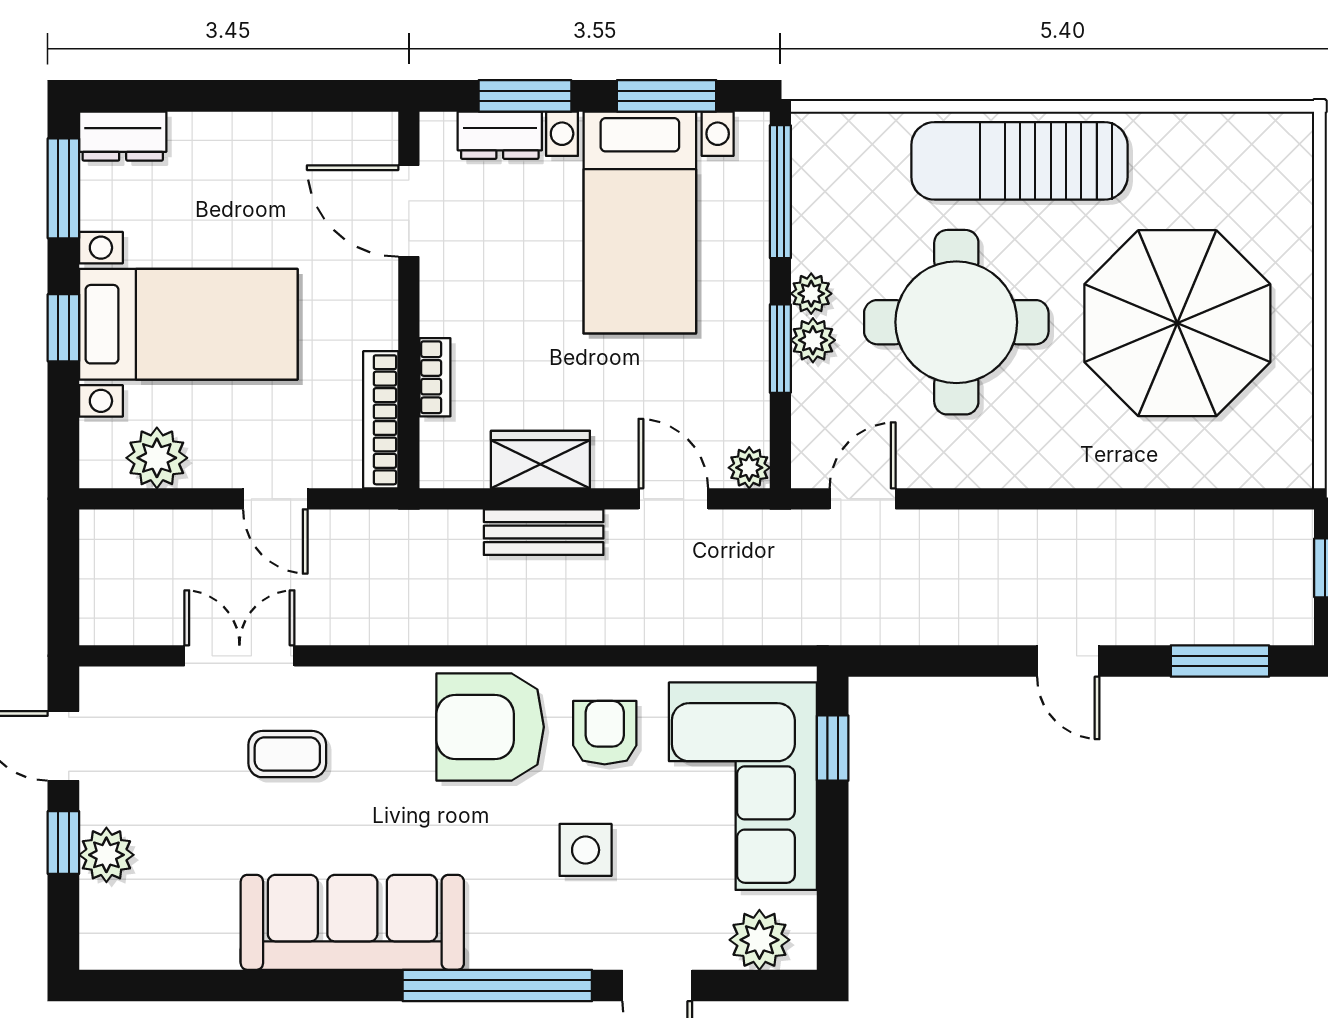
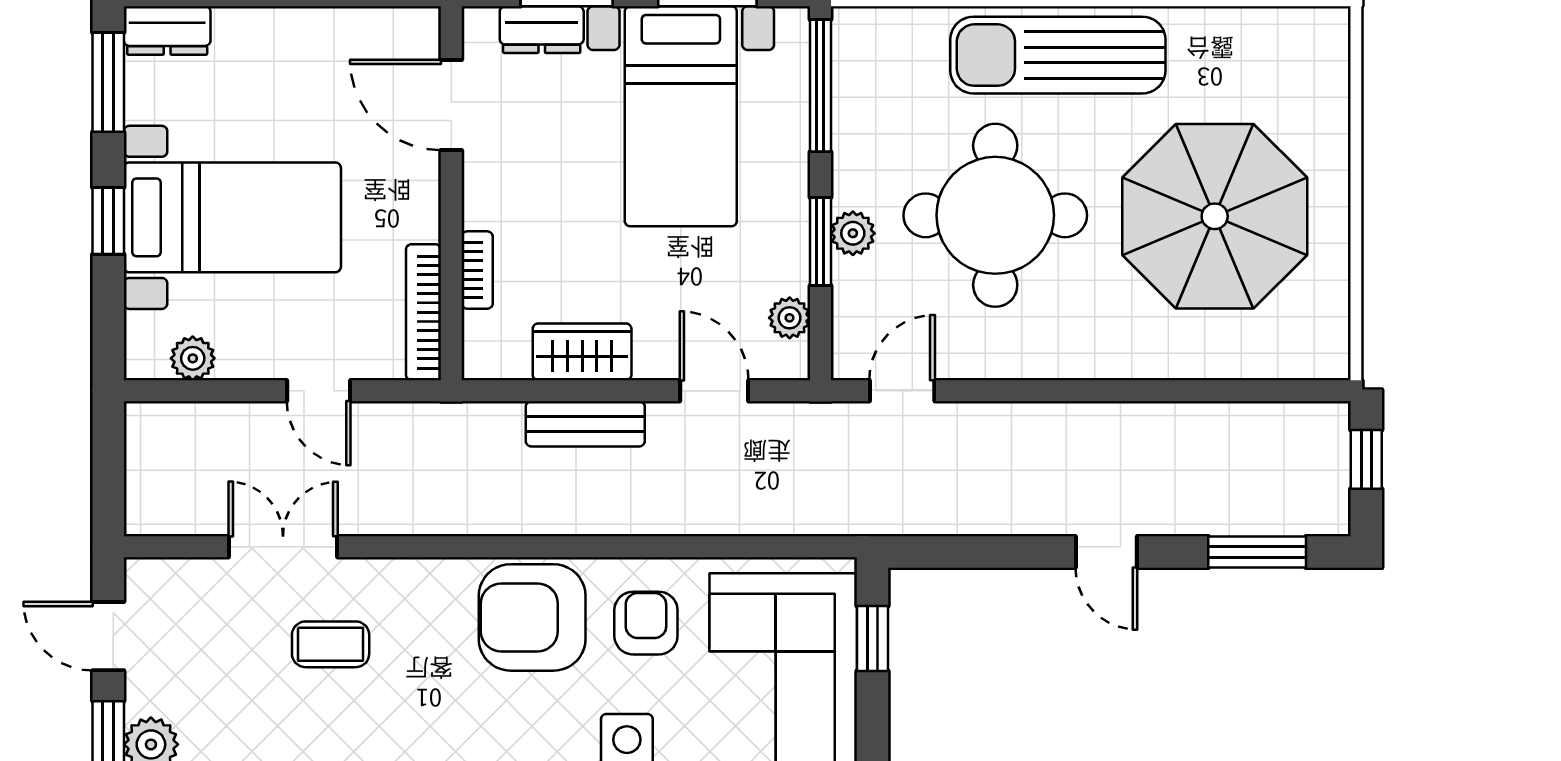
plant: (811, 294) -> (851, 187), removed
plant: (157, 458) -> (193, 358), width x0.73, depth x0.73
plant: (749, 468) -> (790, 318), moved

